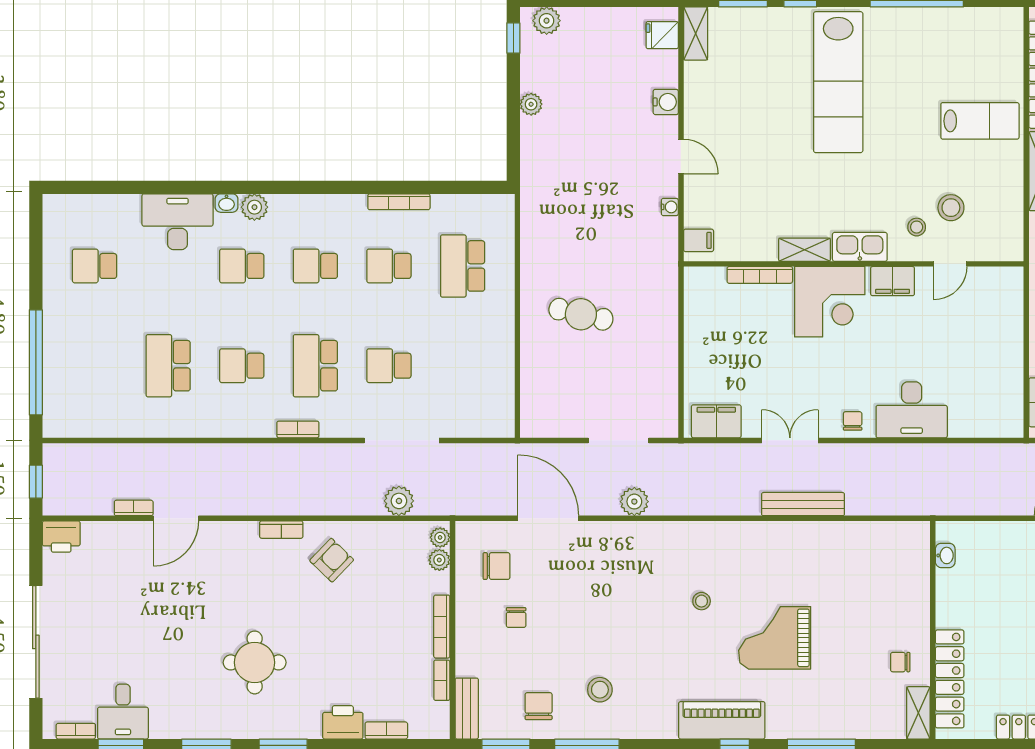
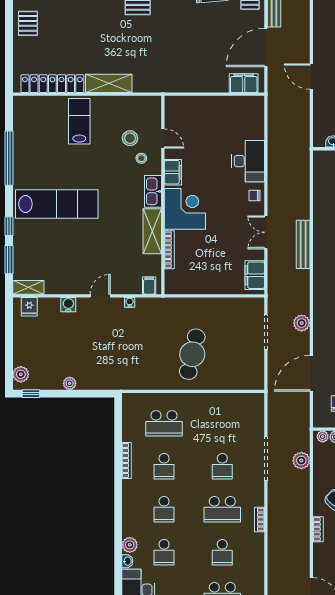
shelving: (805, 250) -> (152, 231), width x1.50, depth x1.33
cafe table: (581, 314) -> (192, 354), width x1.37, depth x1.35
bench: (803, 504) -> (303, 244), moved

